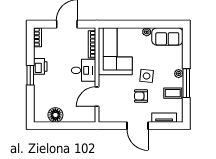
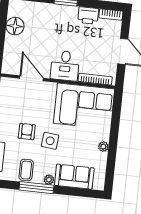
sofa: (167, 36) -> (74, 177), moved, turned 90
printer: (40, 66) -> (88, 15), moved

